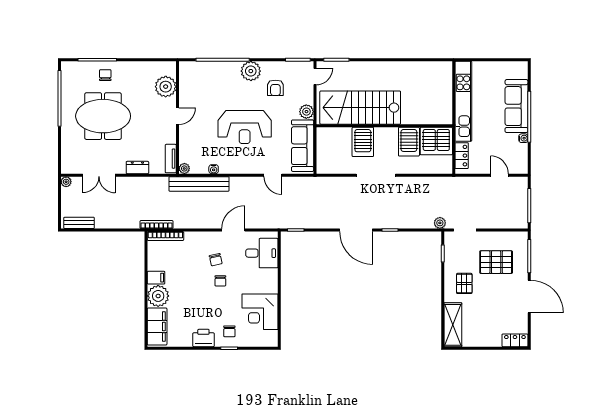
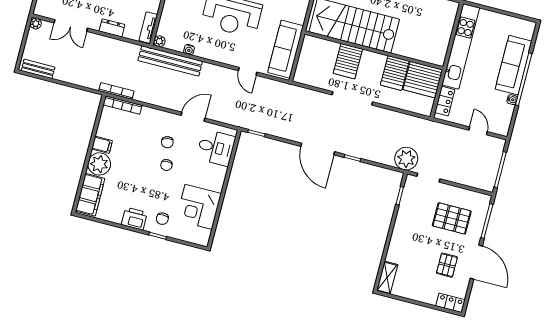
plant: (306, 112) -> (299, 16), removed
plant: (440, 223) -> (406, 159), width x1.88, depth x1.88
pallet: (464, 283) -> (447, 265), moved
shelving: (453, 325) -> (387, 278), width x0.67, depth x0.75

